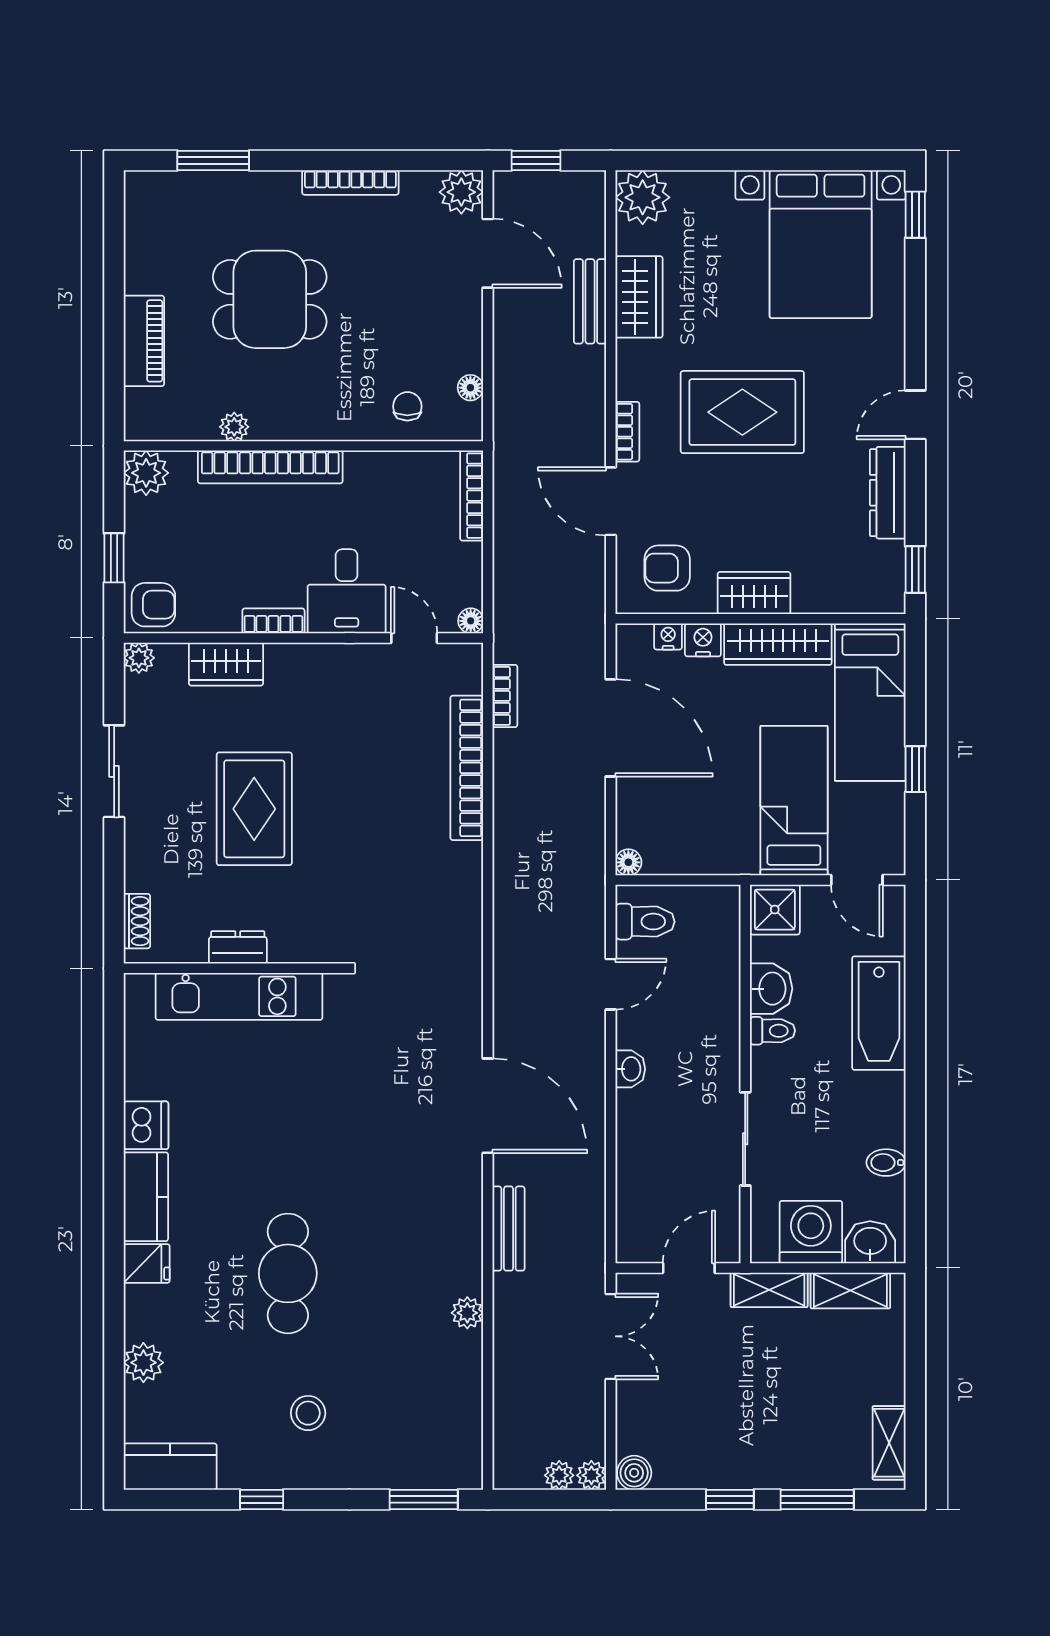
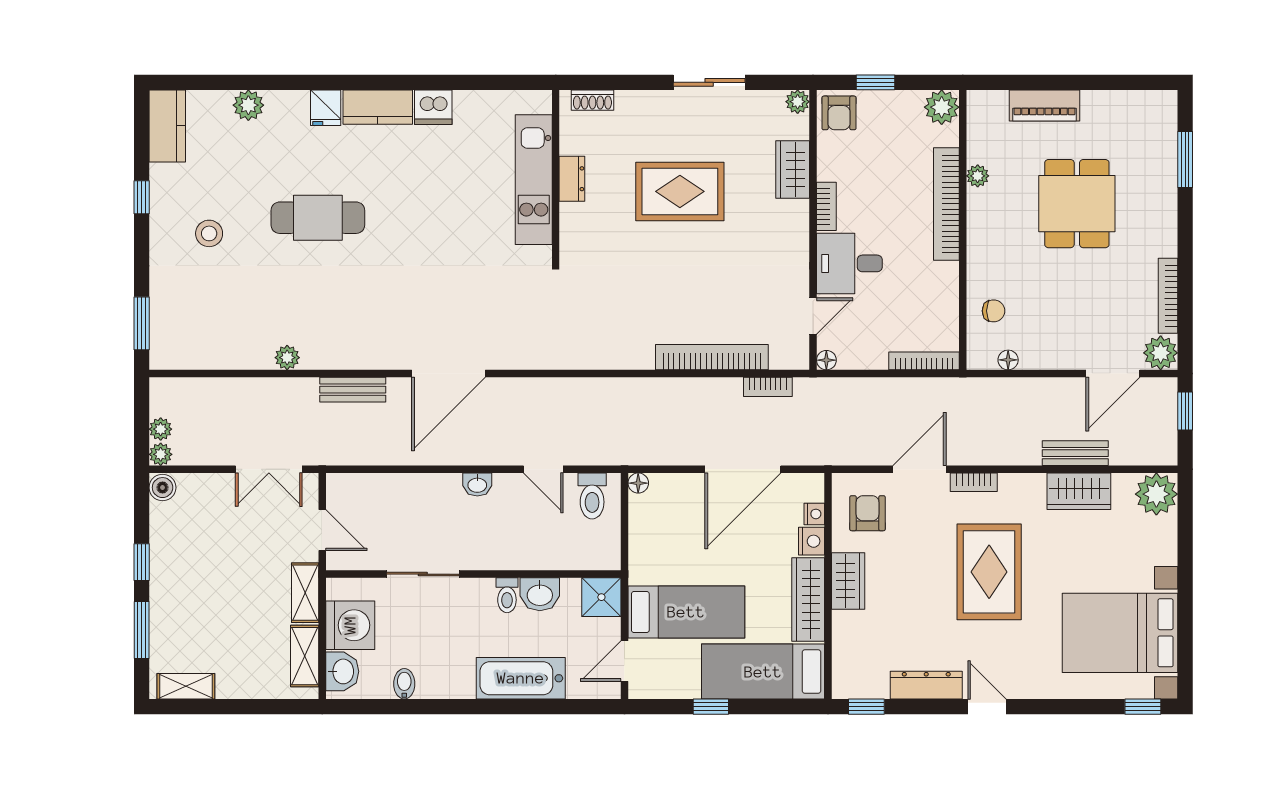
bookcase: (350, 182) -> (1168, 296), moved

